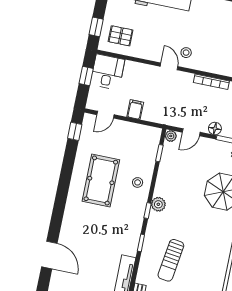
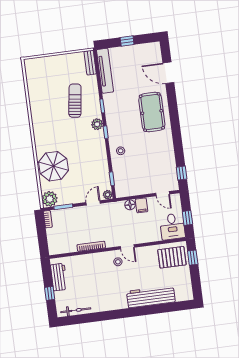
pallet: (121, 36) -> (172, 257), width x1.50, depth x1.42
door: (105, 115) -> (163, 194), swing flipped
floor lamp: (215, 129) -> (130, 205), moved
pool table: (101, 180) -> (152, 112), moved
plant: (158, 204) -> (97, 124), moved

